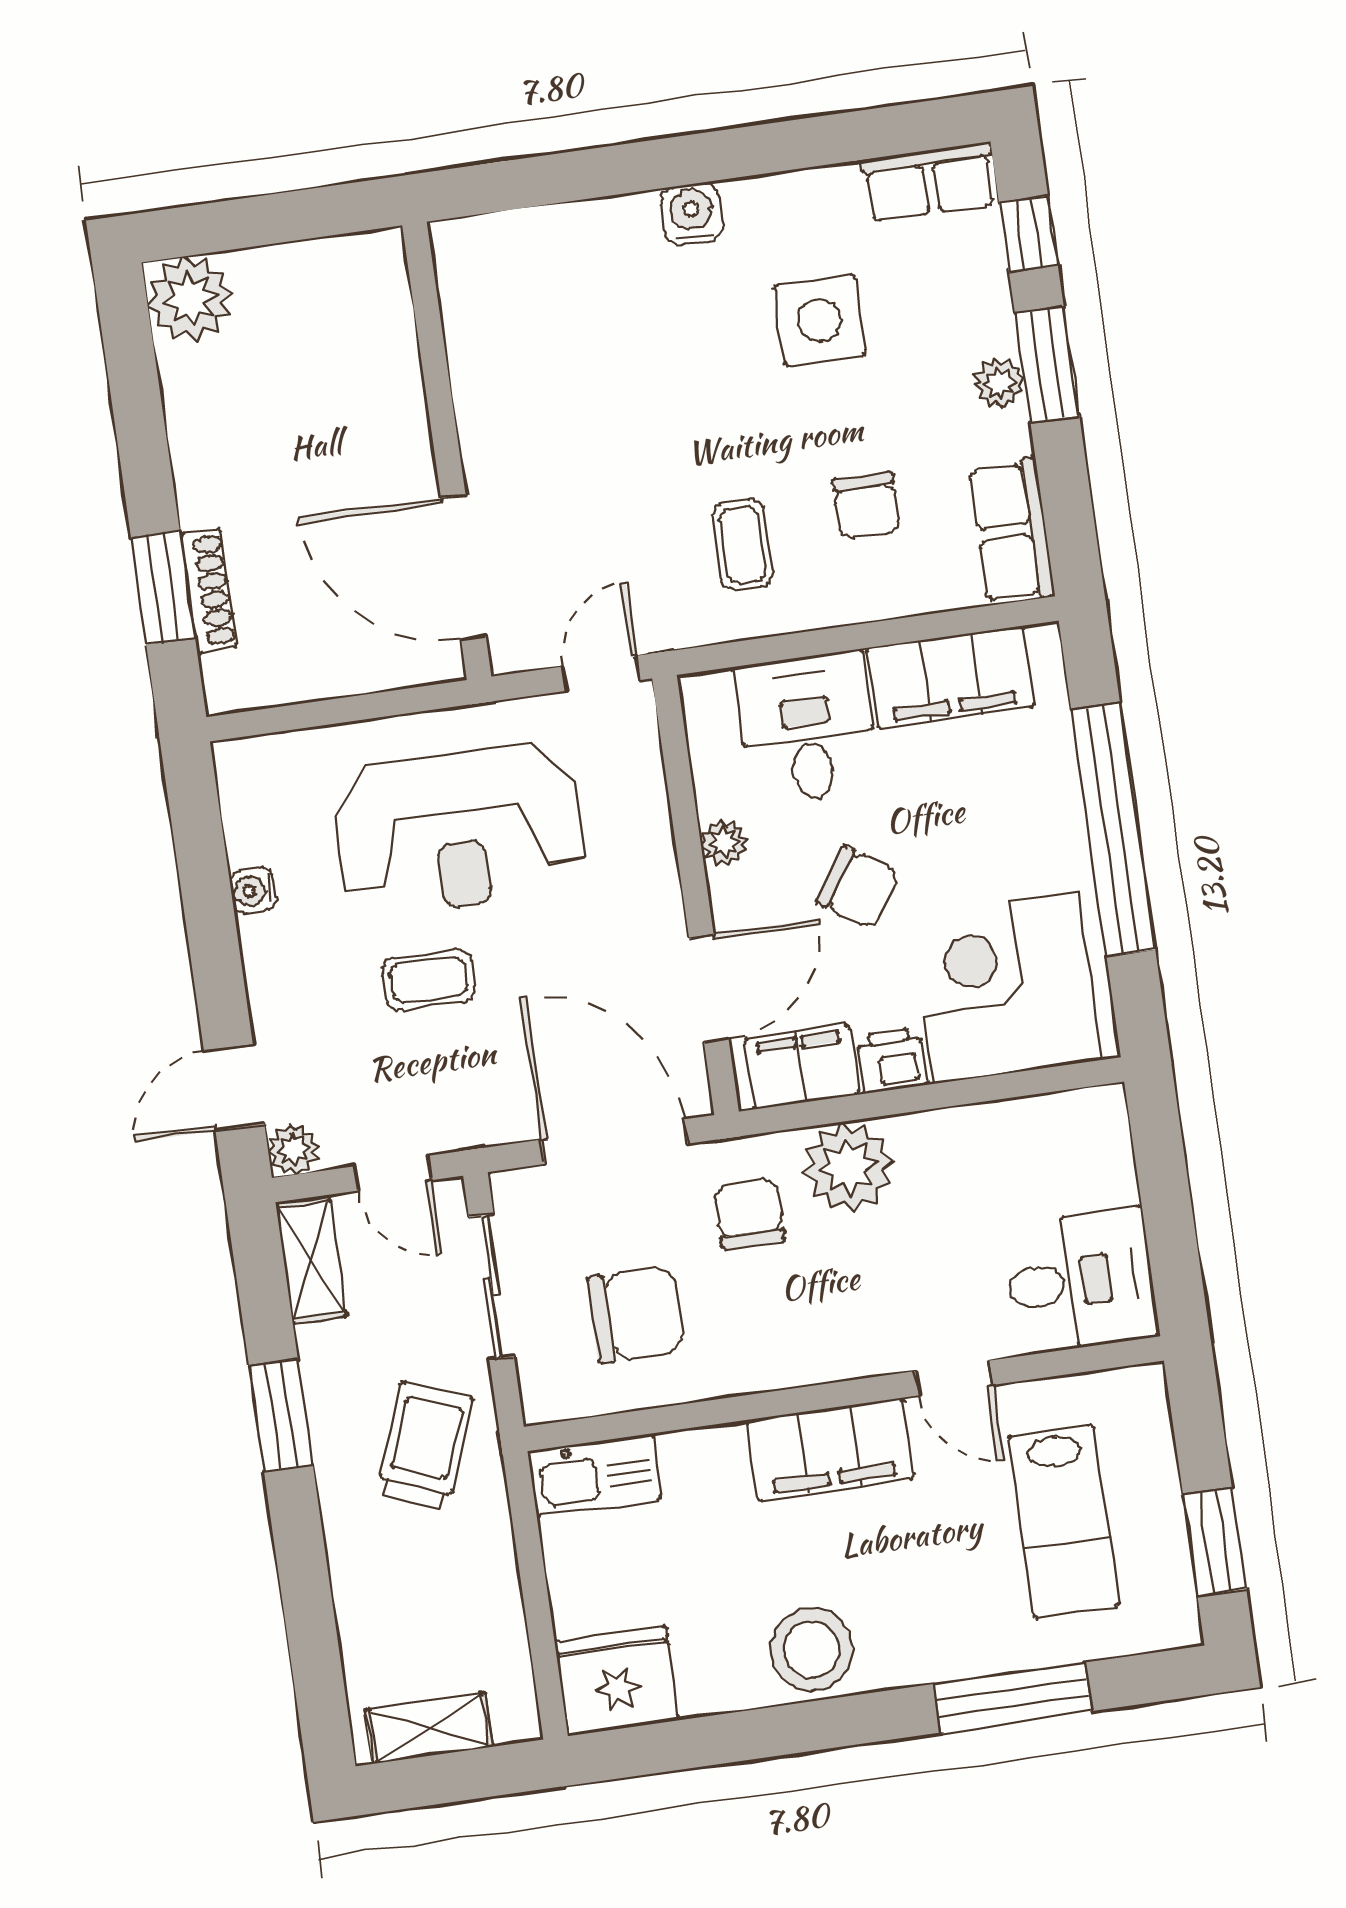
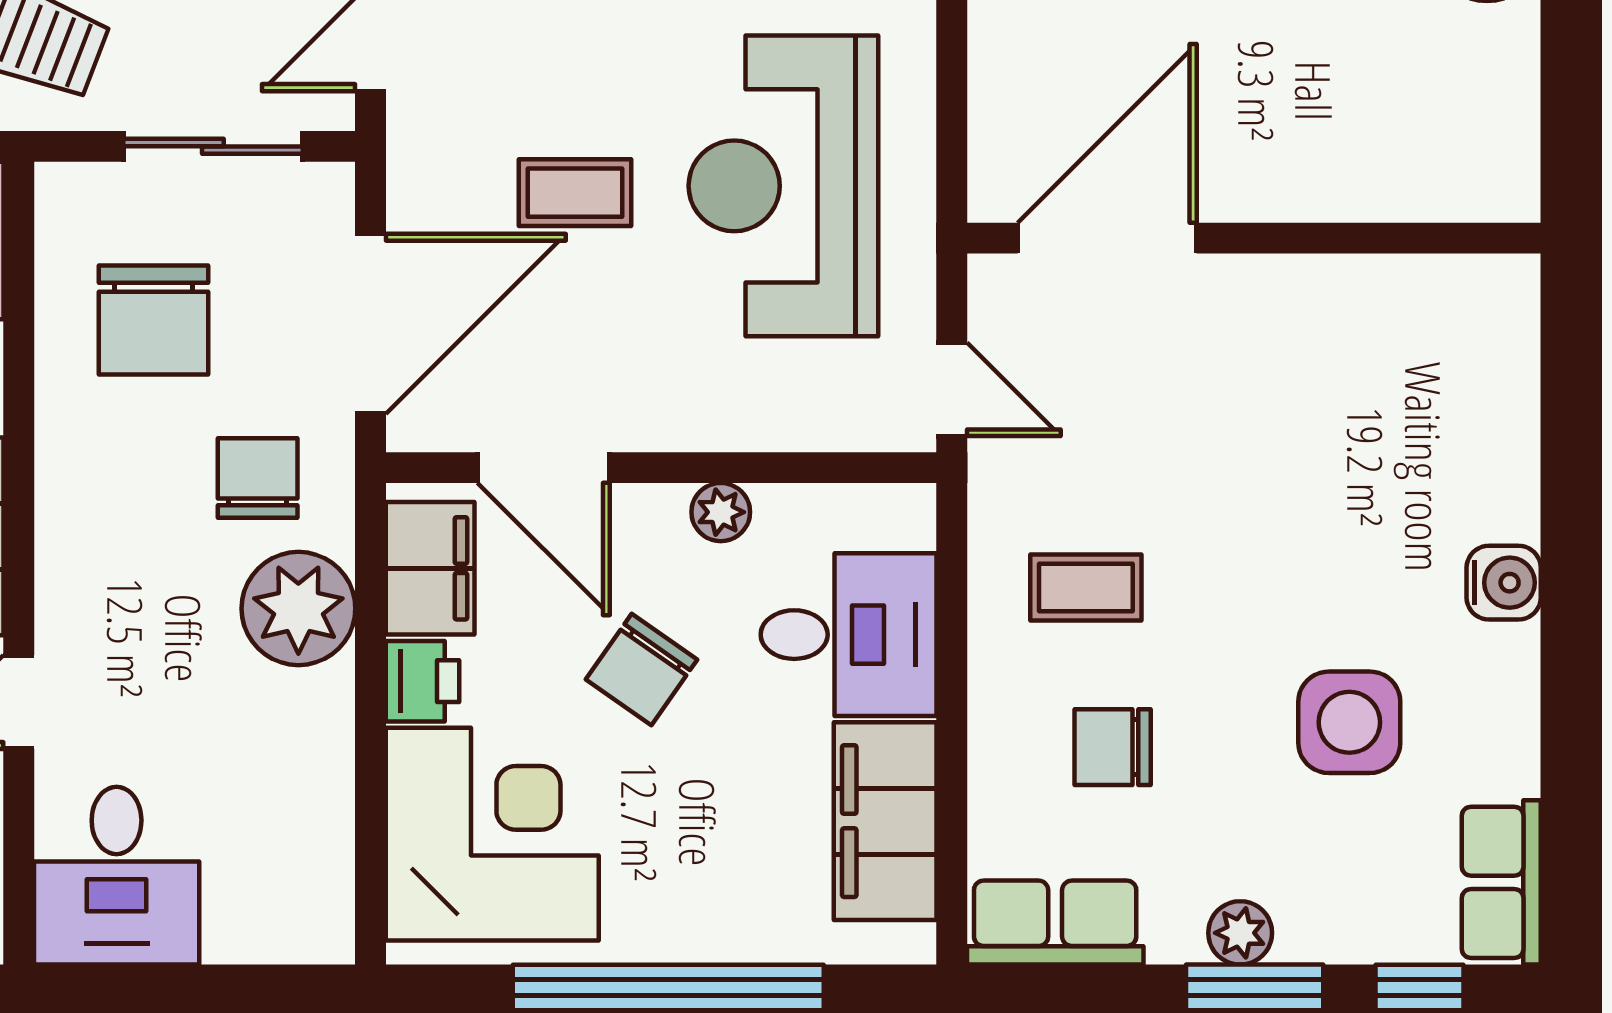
coffee table: (429, 980) -> (575, 193), moved, turned 90
chair: (749, 1214) -> (258, 478), turned -90

